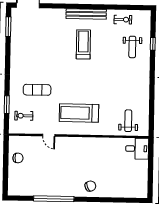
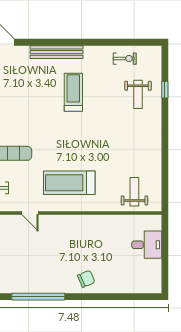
bench: (86, 14) -> (57, 52), moved
desk: (137, 149) -> (147, 245), moved

